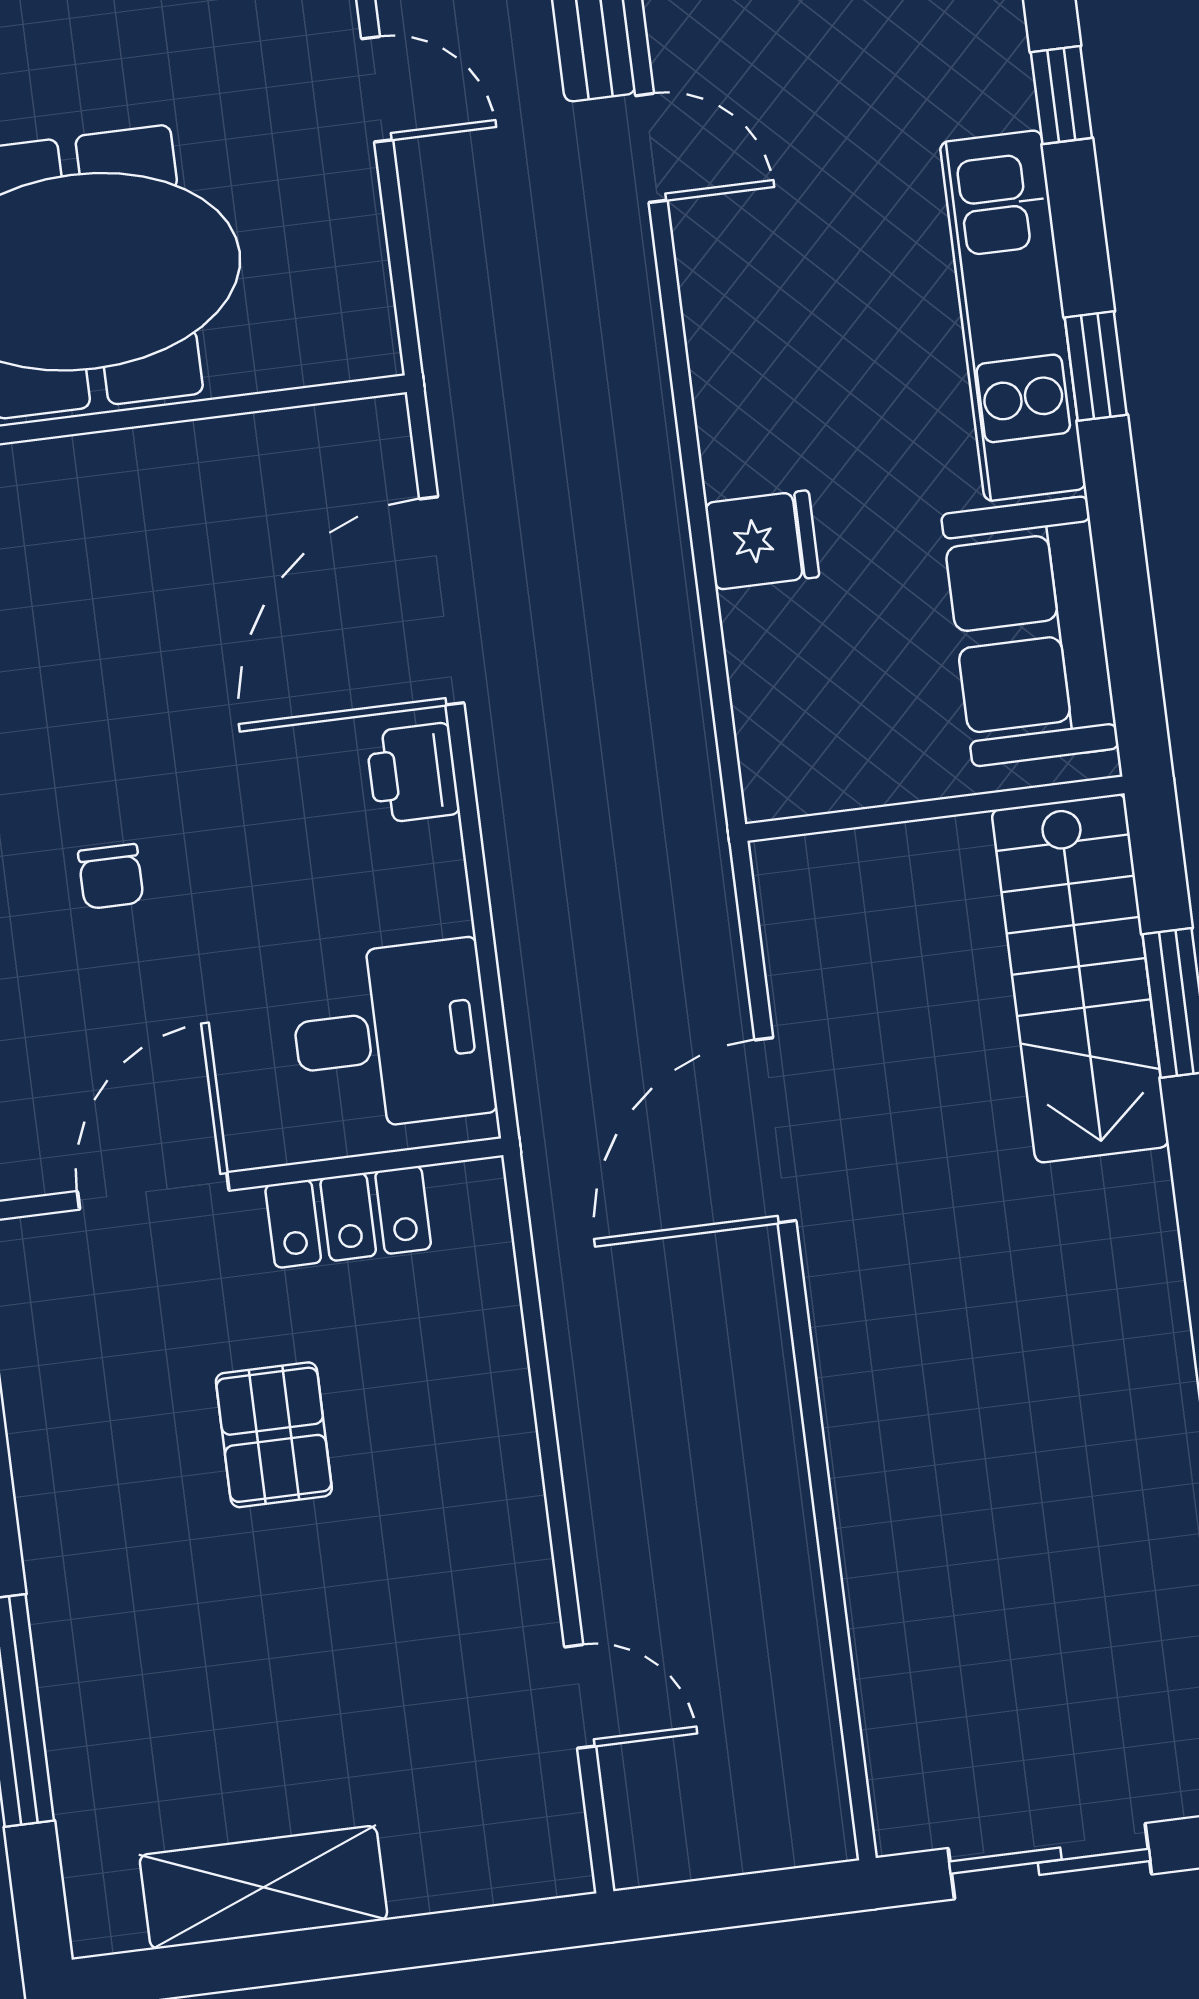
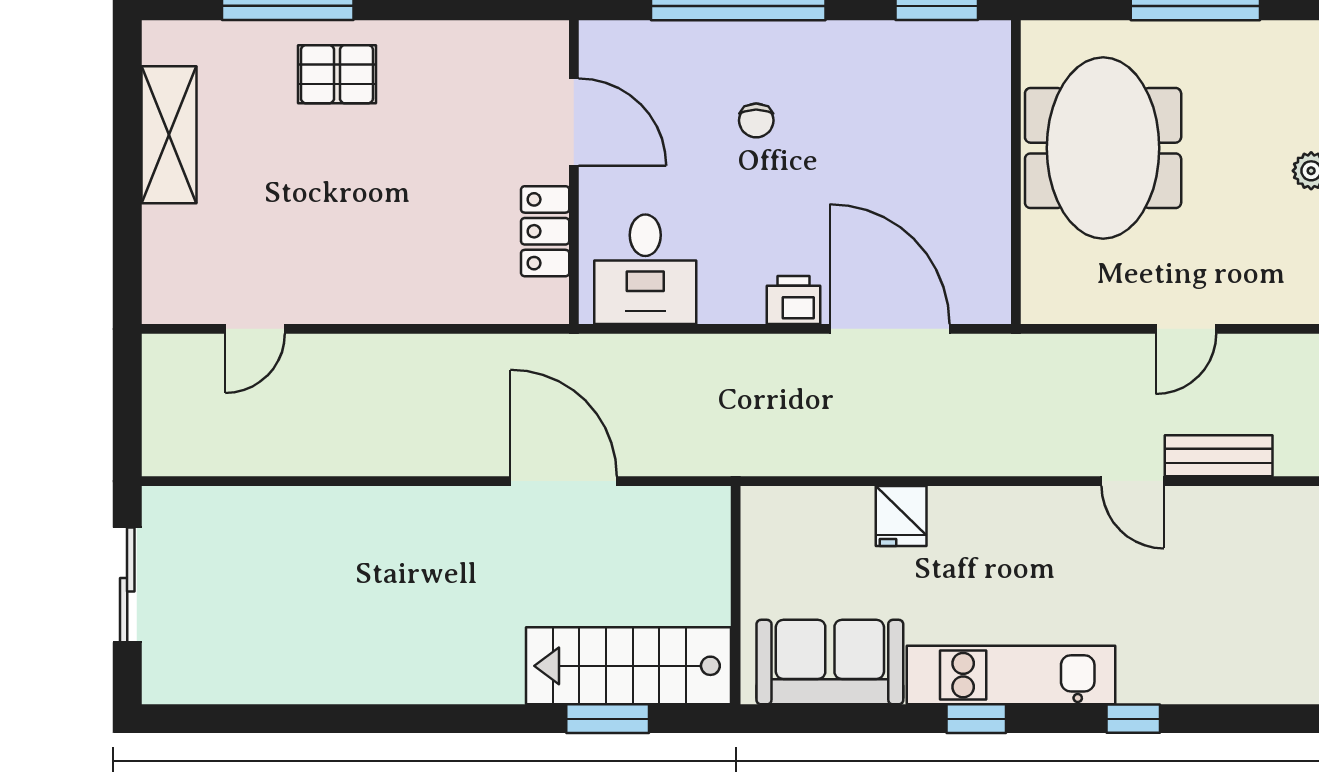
door: (651, 148) -> (1133, 481), hinge flipped
chair: (111, 877) -> (756, 120), turned -90
pallet: (274, 1435) -> (337, 74), moved

